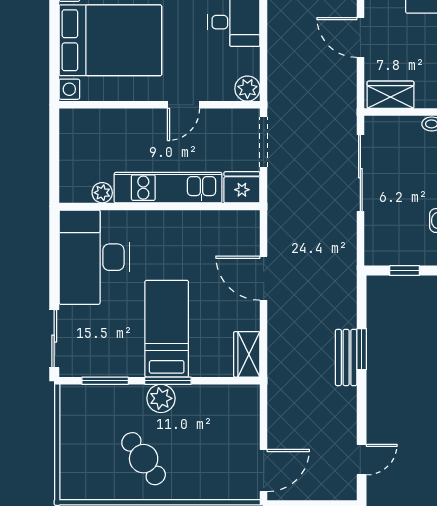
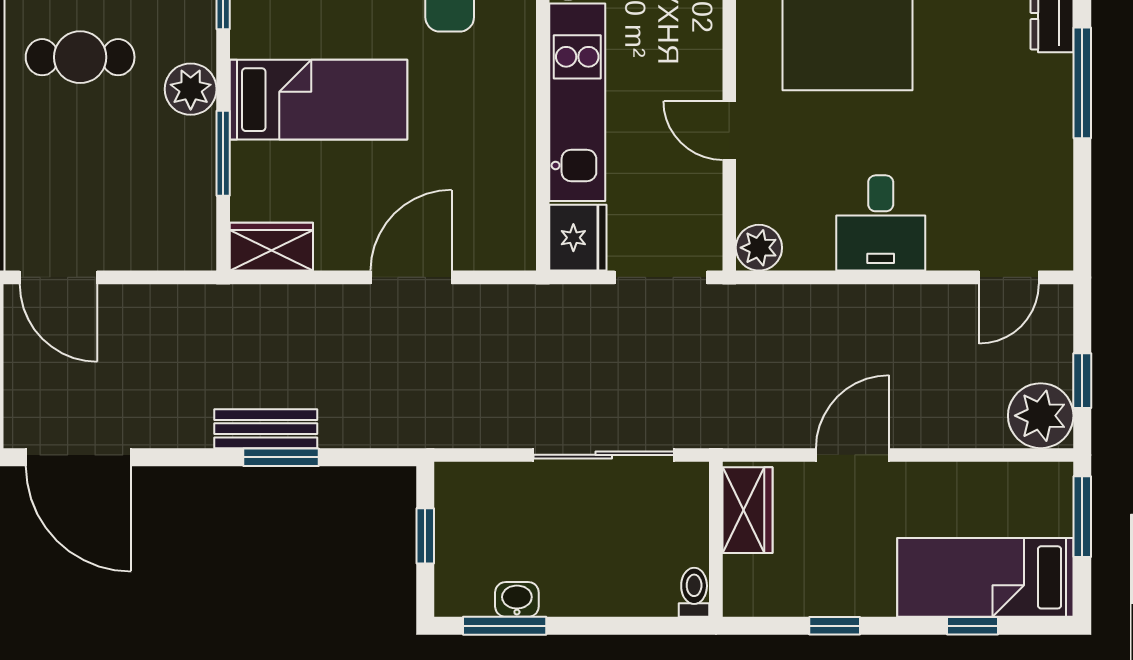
window: (168, 381) -> (223, 153), moved
cafe table: (144, 459) -> (80, 57), turned 36
door: (362, 460) -> (78, 457), width x1.87

